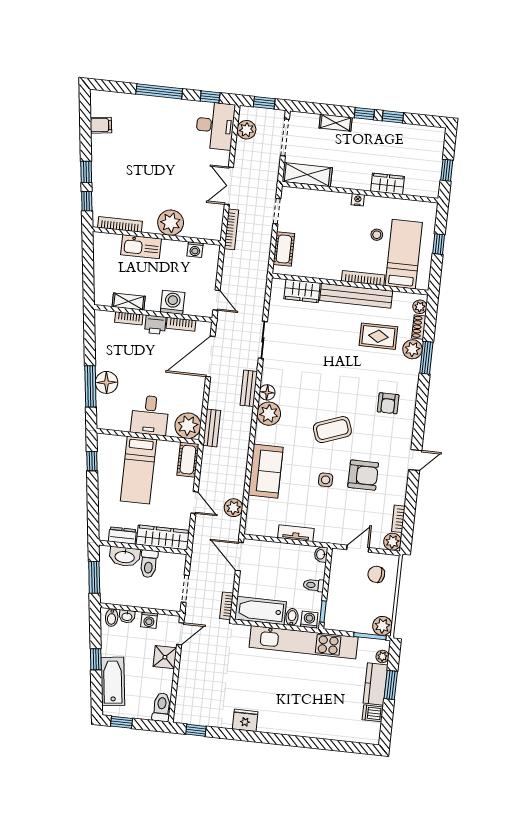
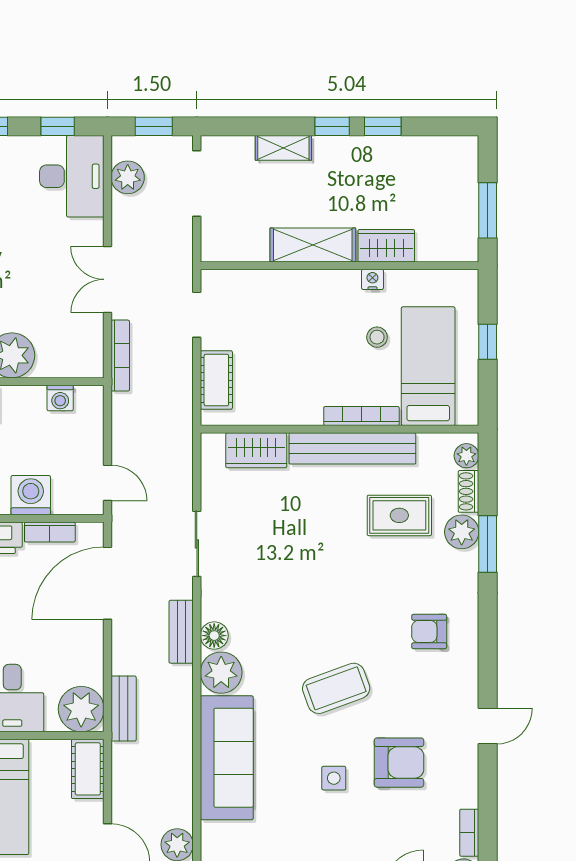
window: (447, 170) -> (488, 210), width x1.50
shelving: (307, 175) -> (313, 245), moved
nightstand: (358, 200) -> (372, 279), moved
armchair: (388, 403) -> (429, 631), turned 90
sofa: (266, 471) -> (227, 758), width x1.36

